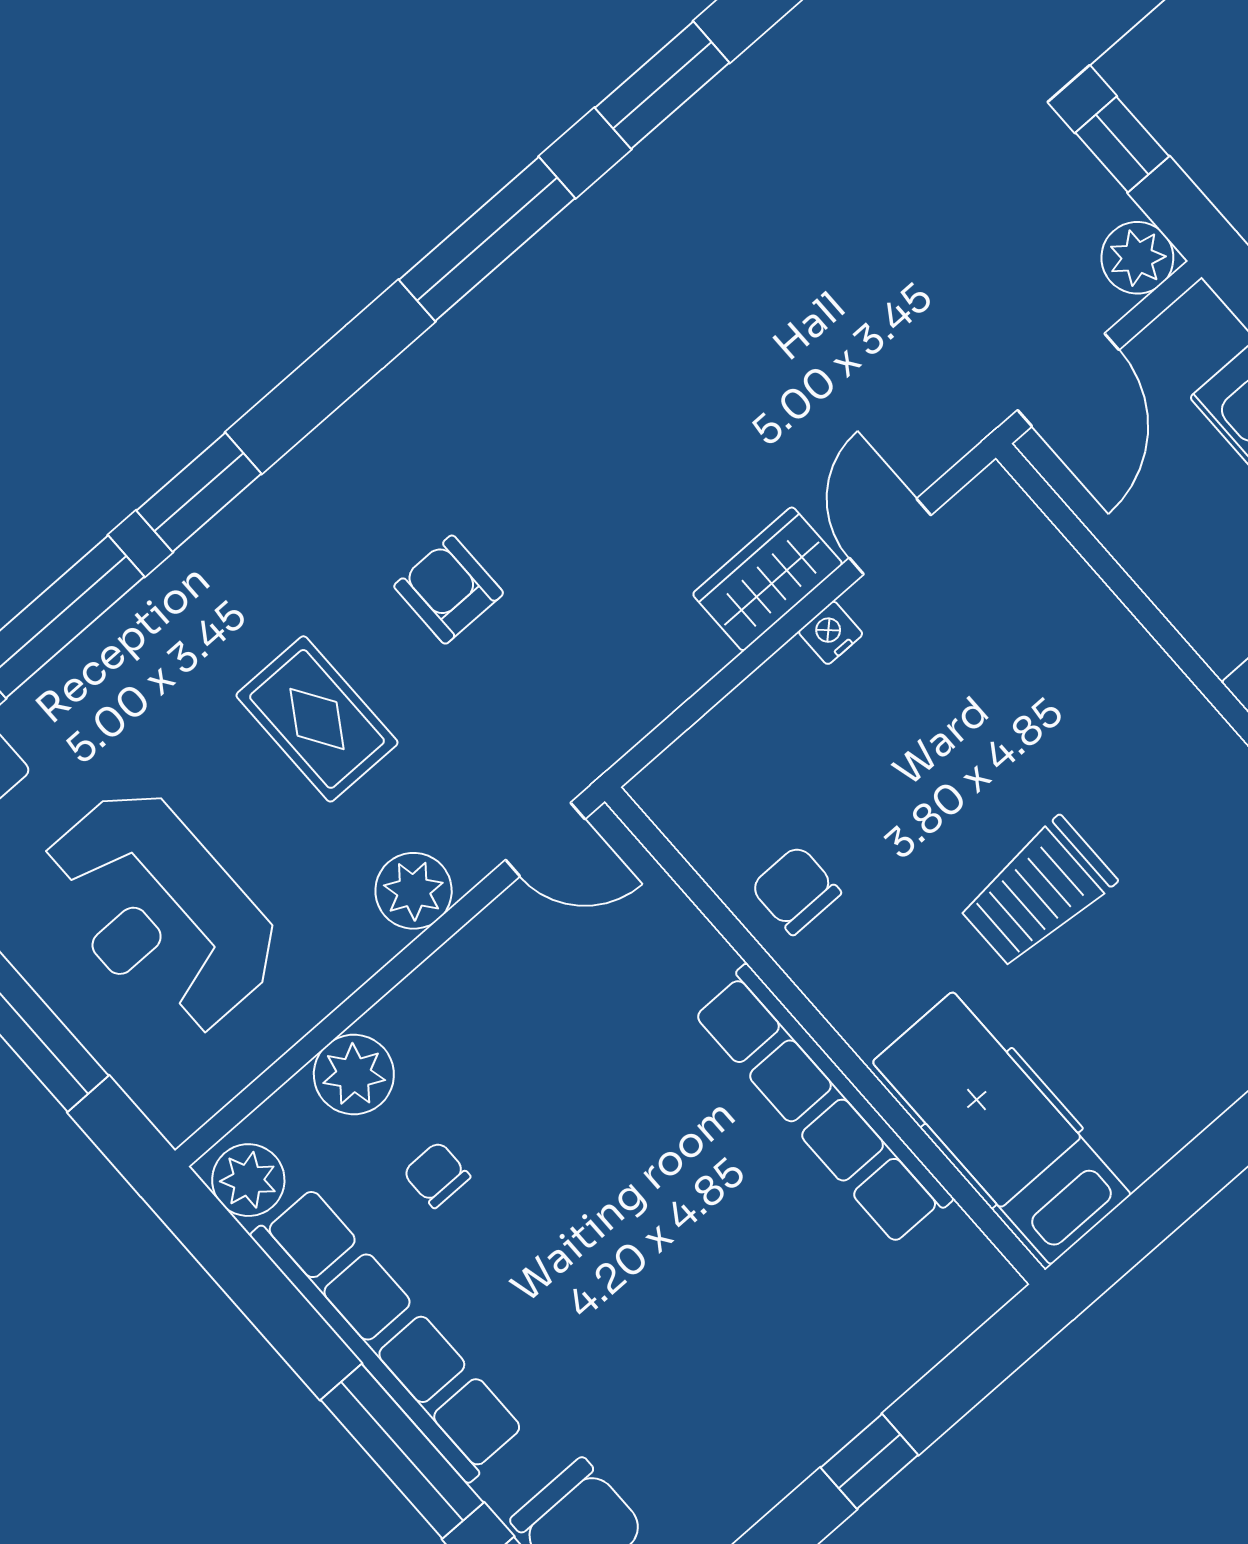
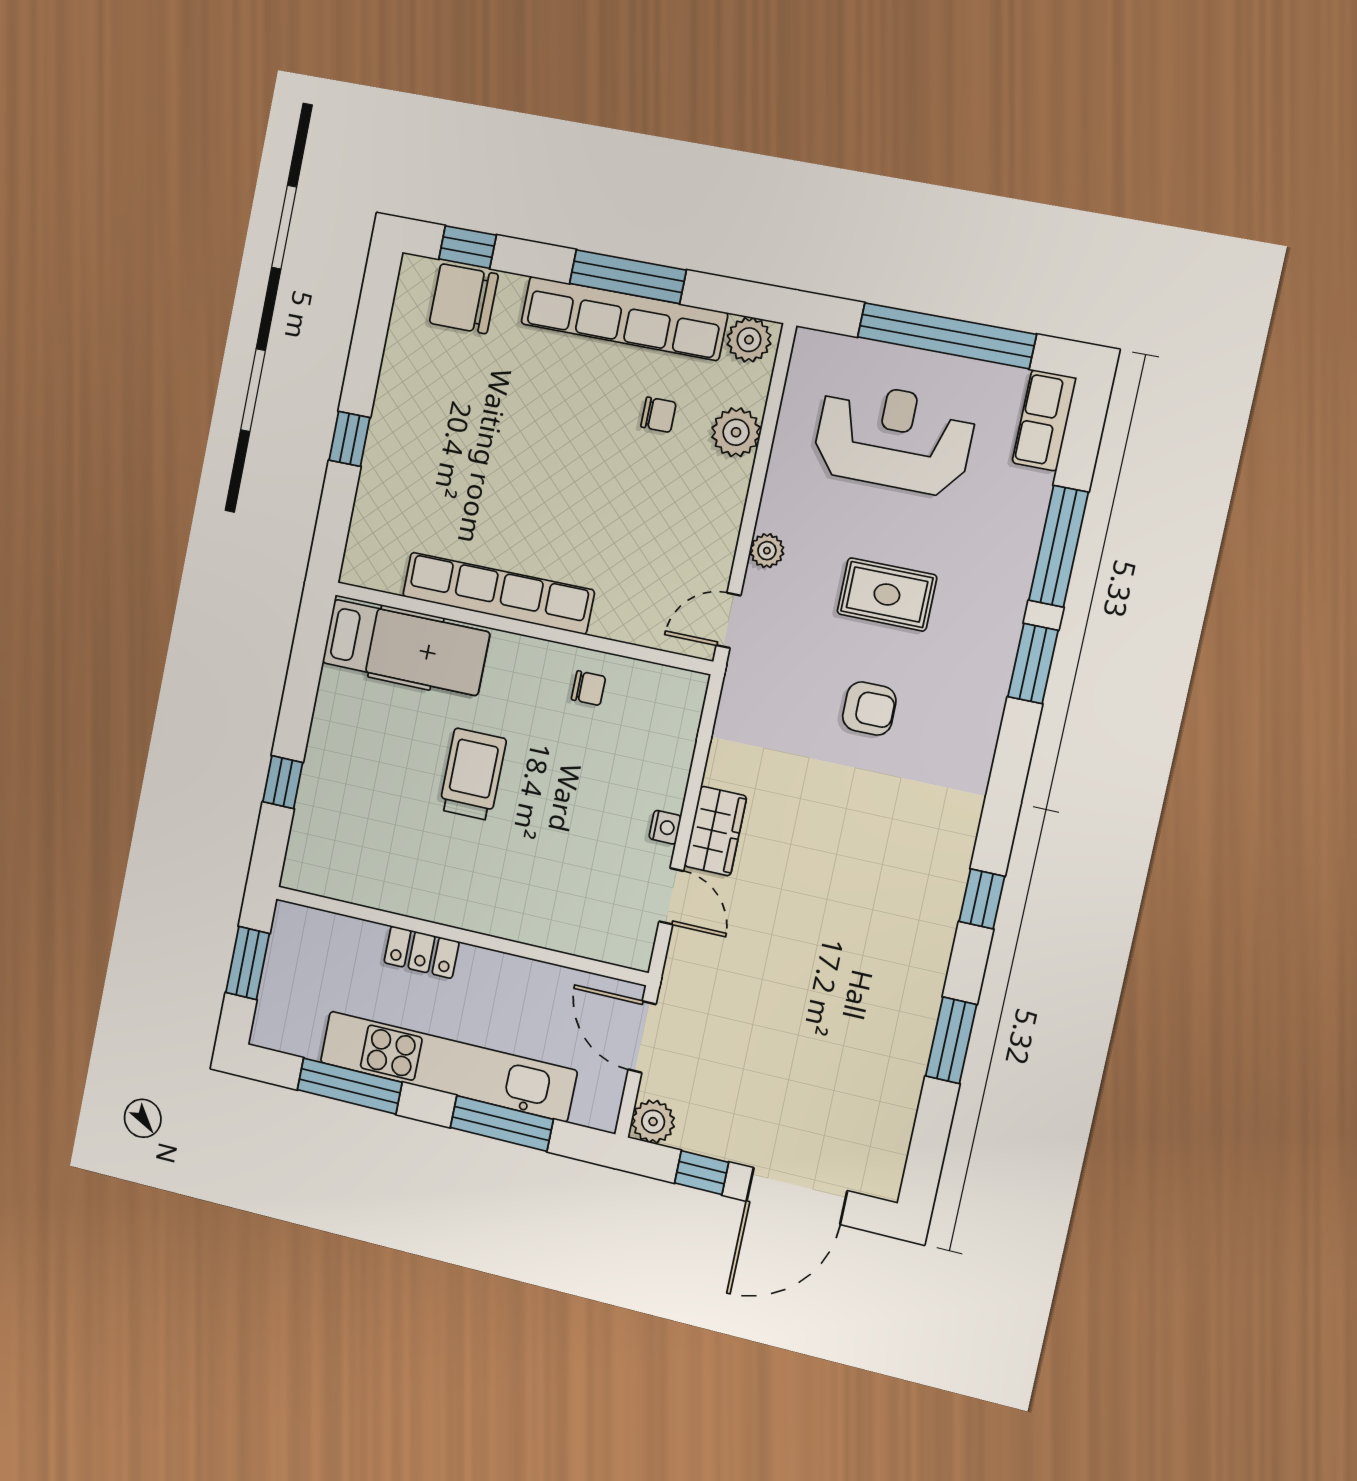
window: (487, 239) -> (982, 899), width x0.46
chair: (796, 890) -> (589, 688), width x0.73, depth x0.73
plant: (414, 891) -> (767, 551), width x0.73, depth x0.73
window: (402, 1451) -> (628, 277), moved

